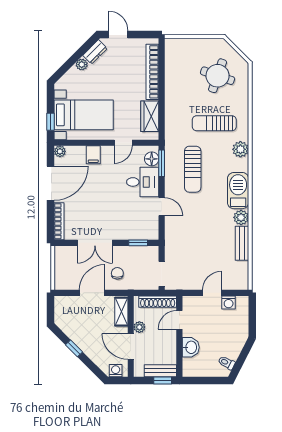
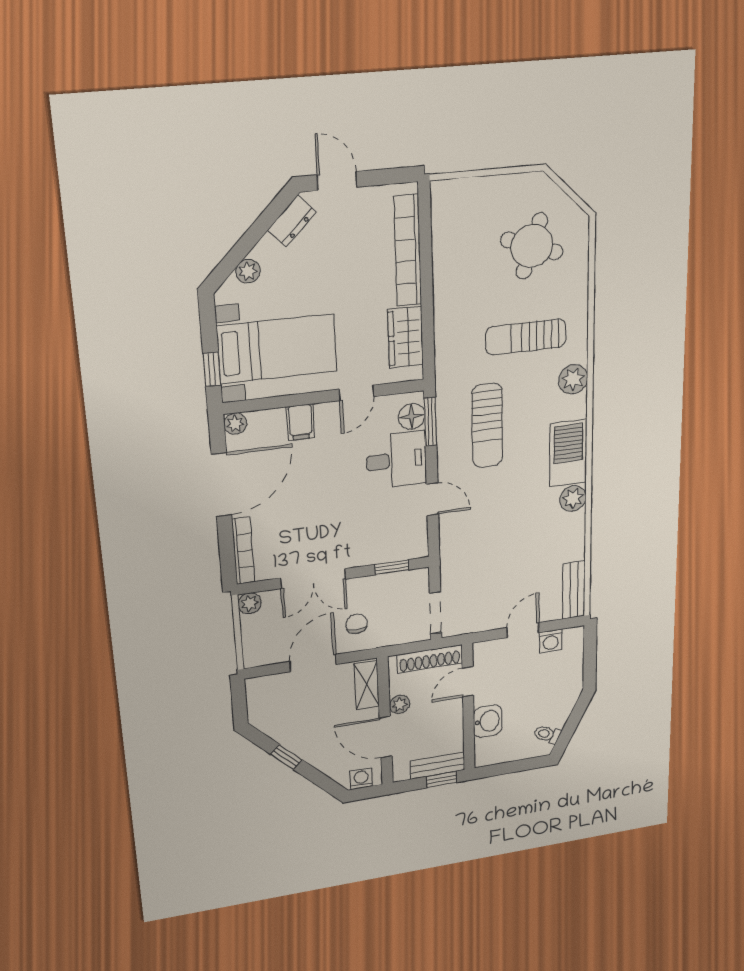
plant: (82, 65) -> (248, 271), moved
bench: (242, 243) -> (574, 590), moved
plant: (60, 252) -> (250, 603), added

